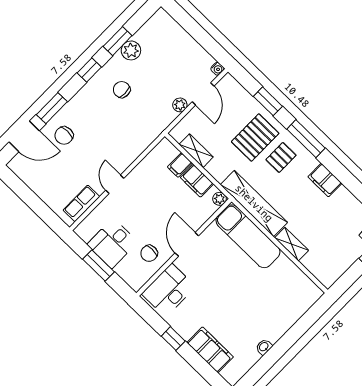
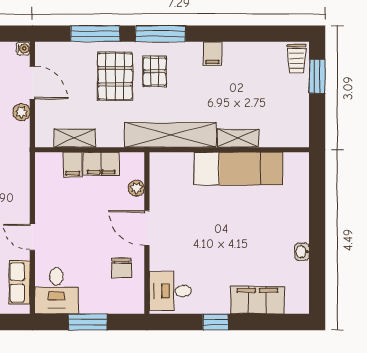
window: (268, 101) -> (95, 34), width x1.44
filing cabinet: (325, 180) -> (212, 54), width x0.50
plant: (220, 199) -> (136, 188), moved
exam couch: (248, 236) -> (238, 169), moved
desk: (112, 243) -> (56, 291), moved
desk: (169, 290) -> (170, 291), width x0.73

